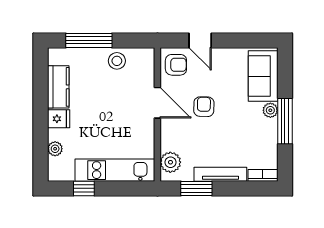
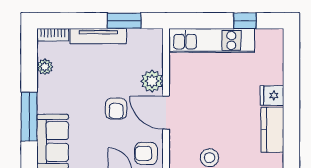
plant: (270, 110) -> (45, 67), moved
window: (285, 121) -> (29, 117), moved
plant: (55, 149) -> (276, 63), removed
plant: (170, 162) -> (152, 81), moved

